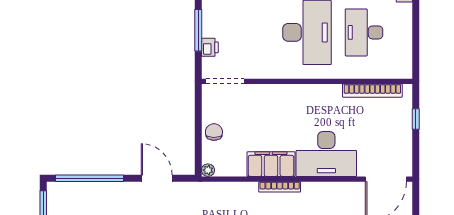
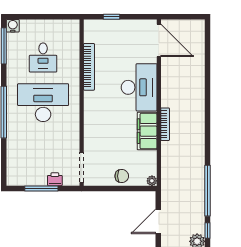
desk: (364, 32) -> (43, 58), width x0.73
bookcase: (372, 91) -> (89, 67), moved
chair: (214, 132) -> (122, 176), turned 180

